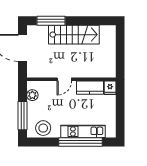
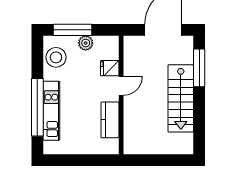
door: (64, 79) -> (121, 86), swing flipped
fridge: (110, 88) -> (110, 68), moved
plant: (32, 95) -> (86, 43), moved

